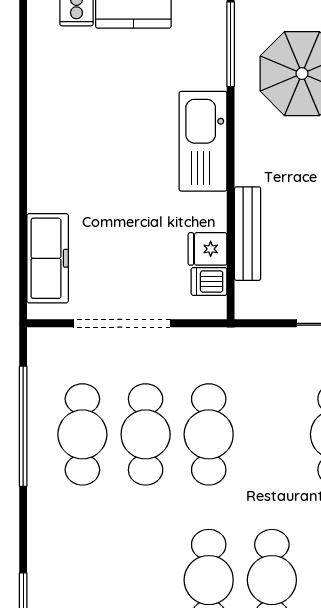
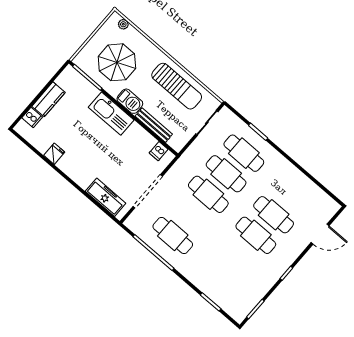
barbecue: (253, 155) -> (130, 101), added
fridge: (208, 249) -> (54, 154), moved, turned 180
cafe table: (146, 434) -> (226, 174), moved

